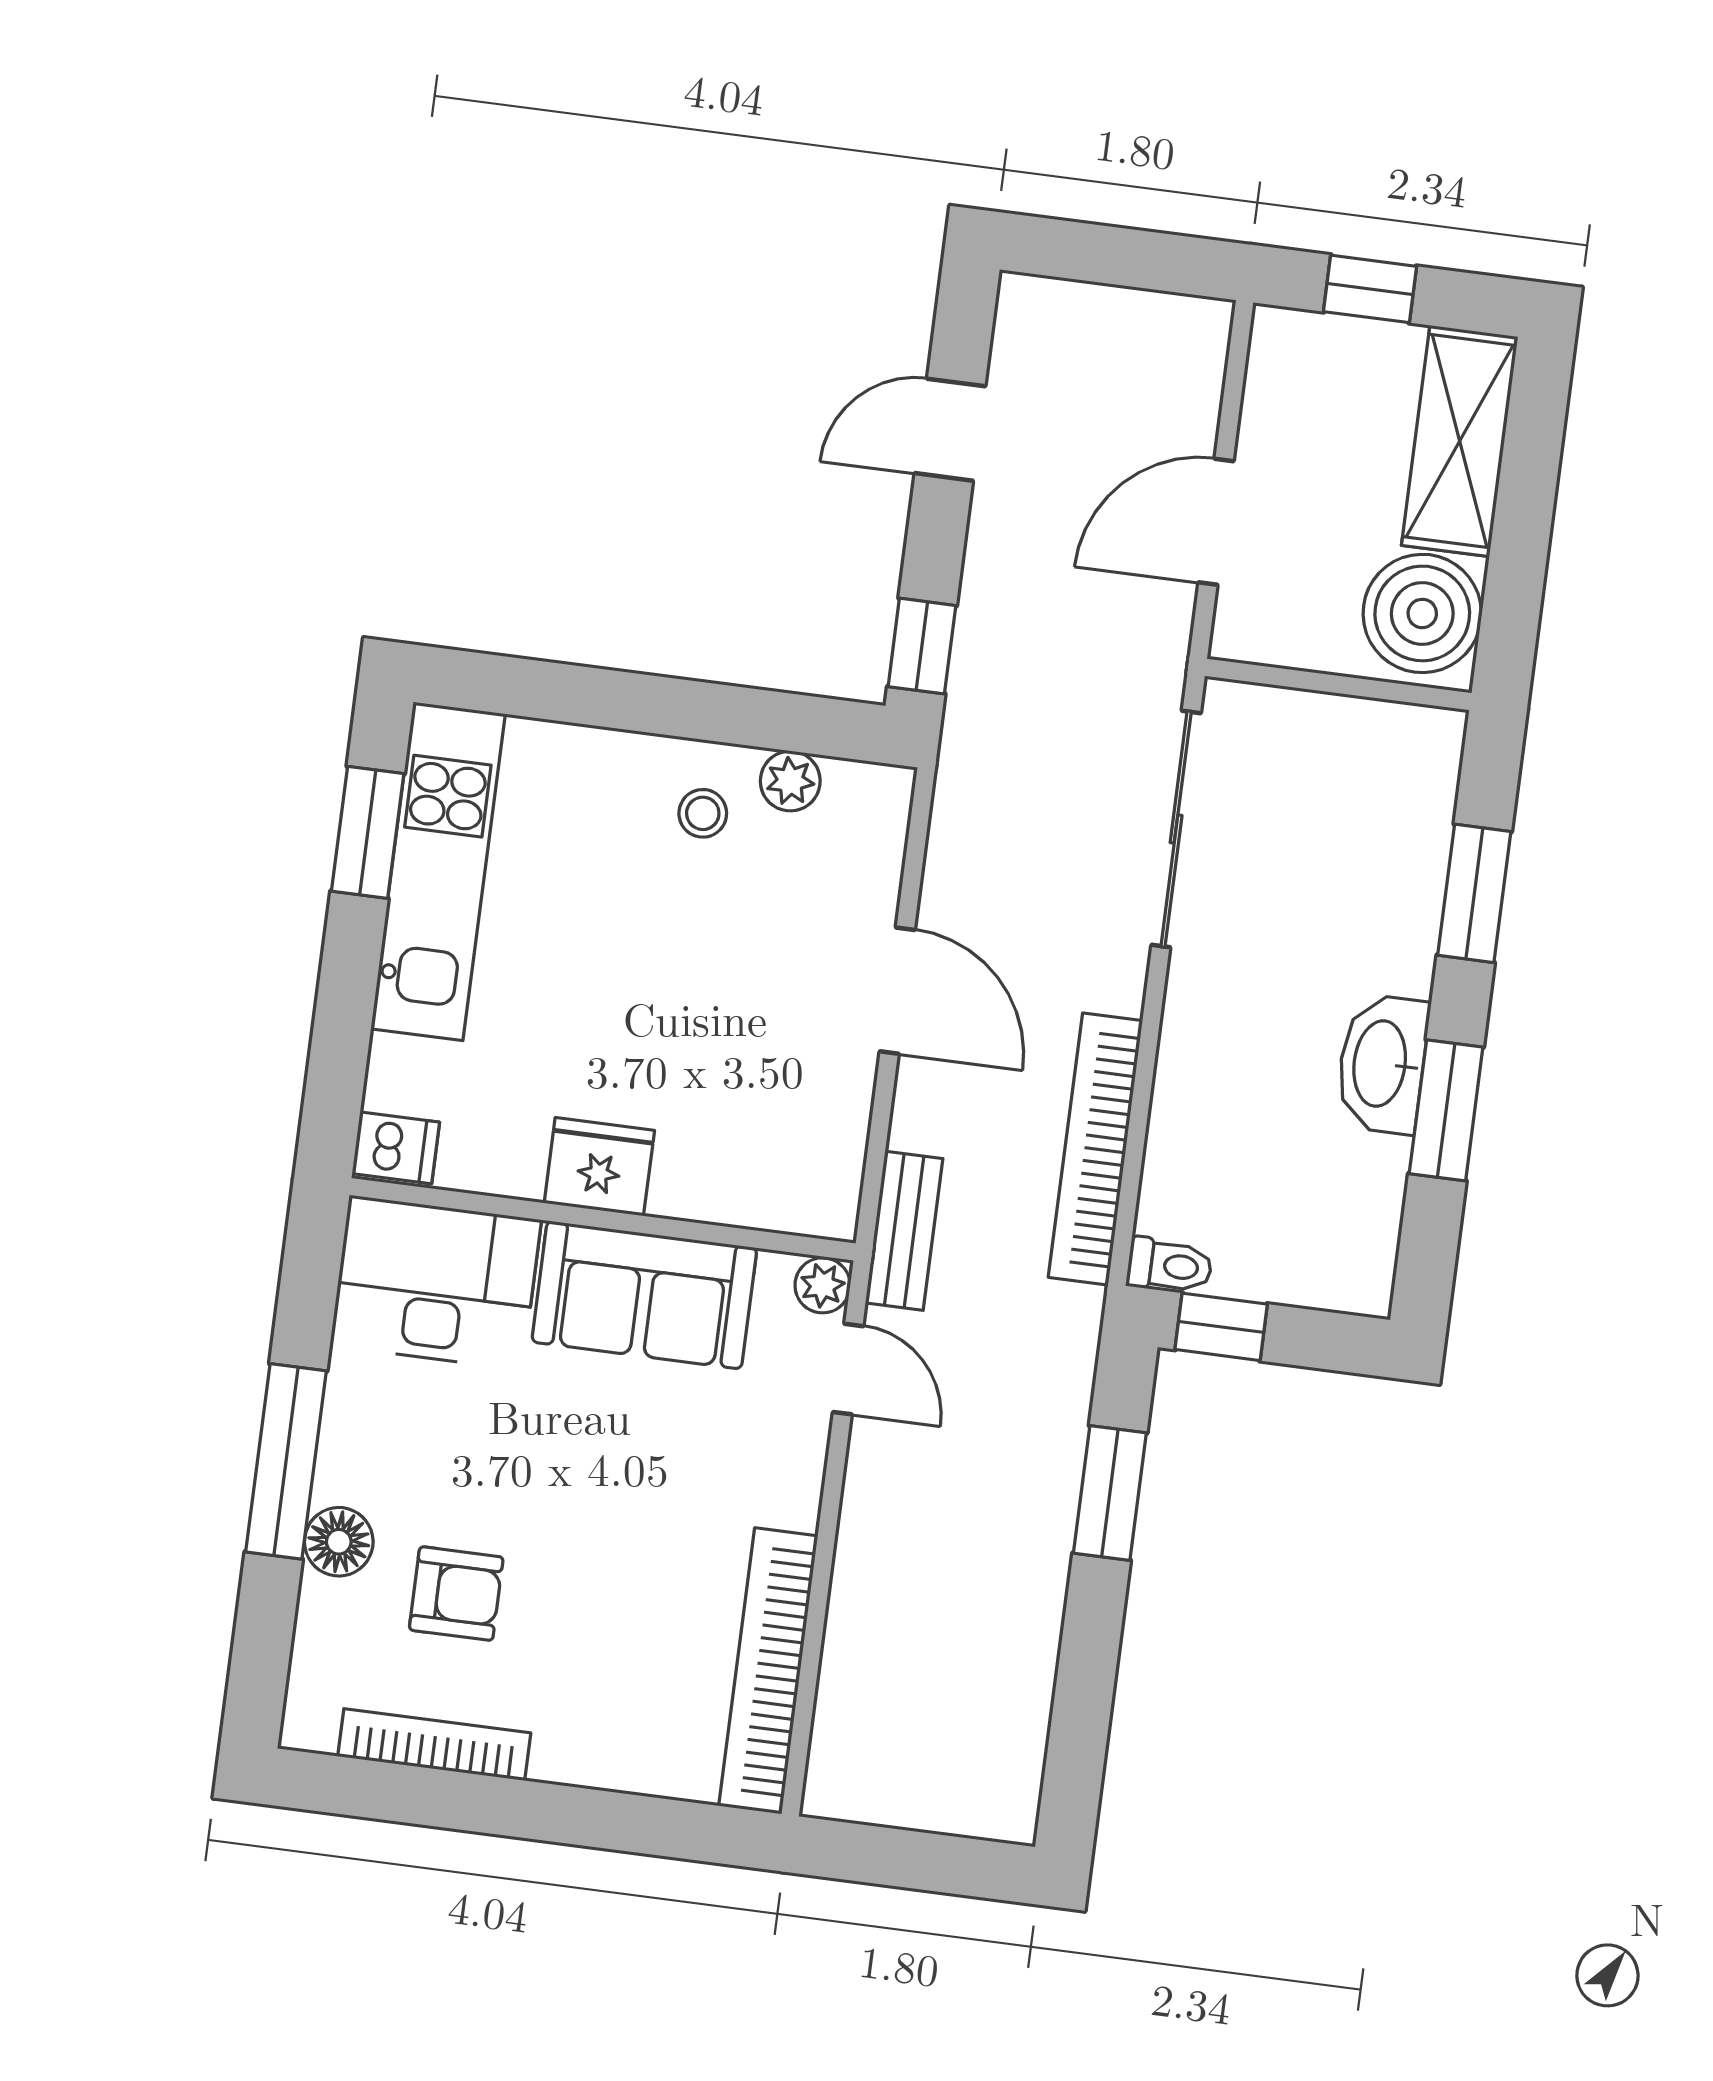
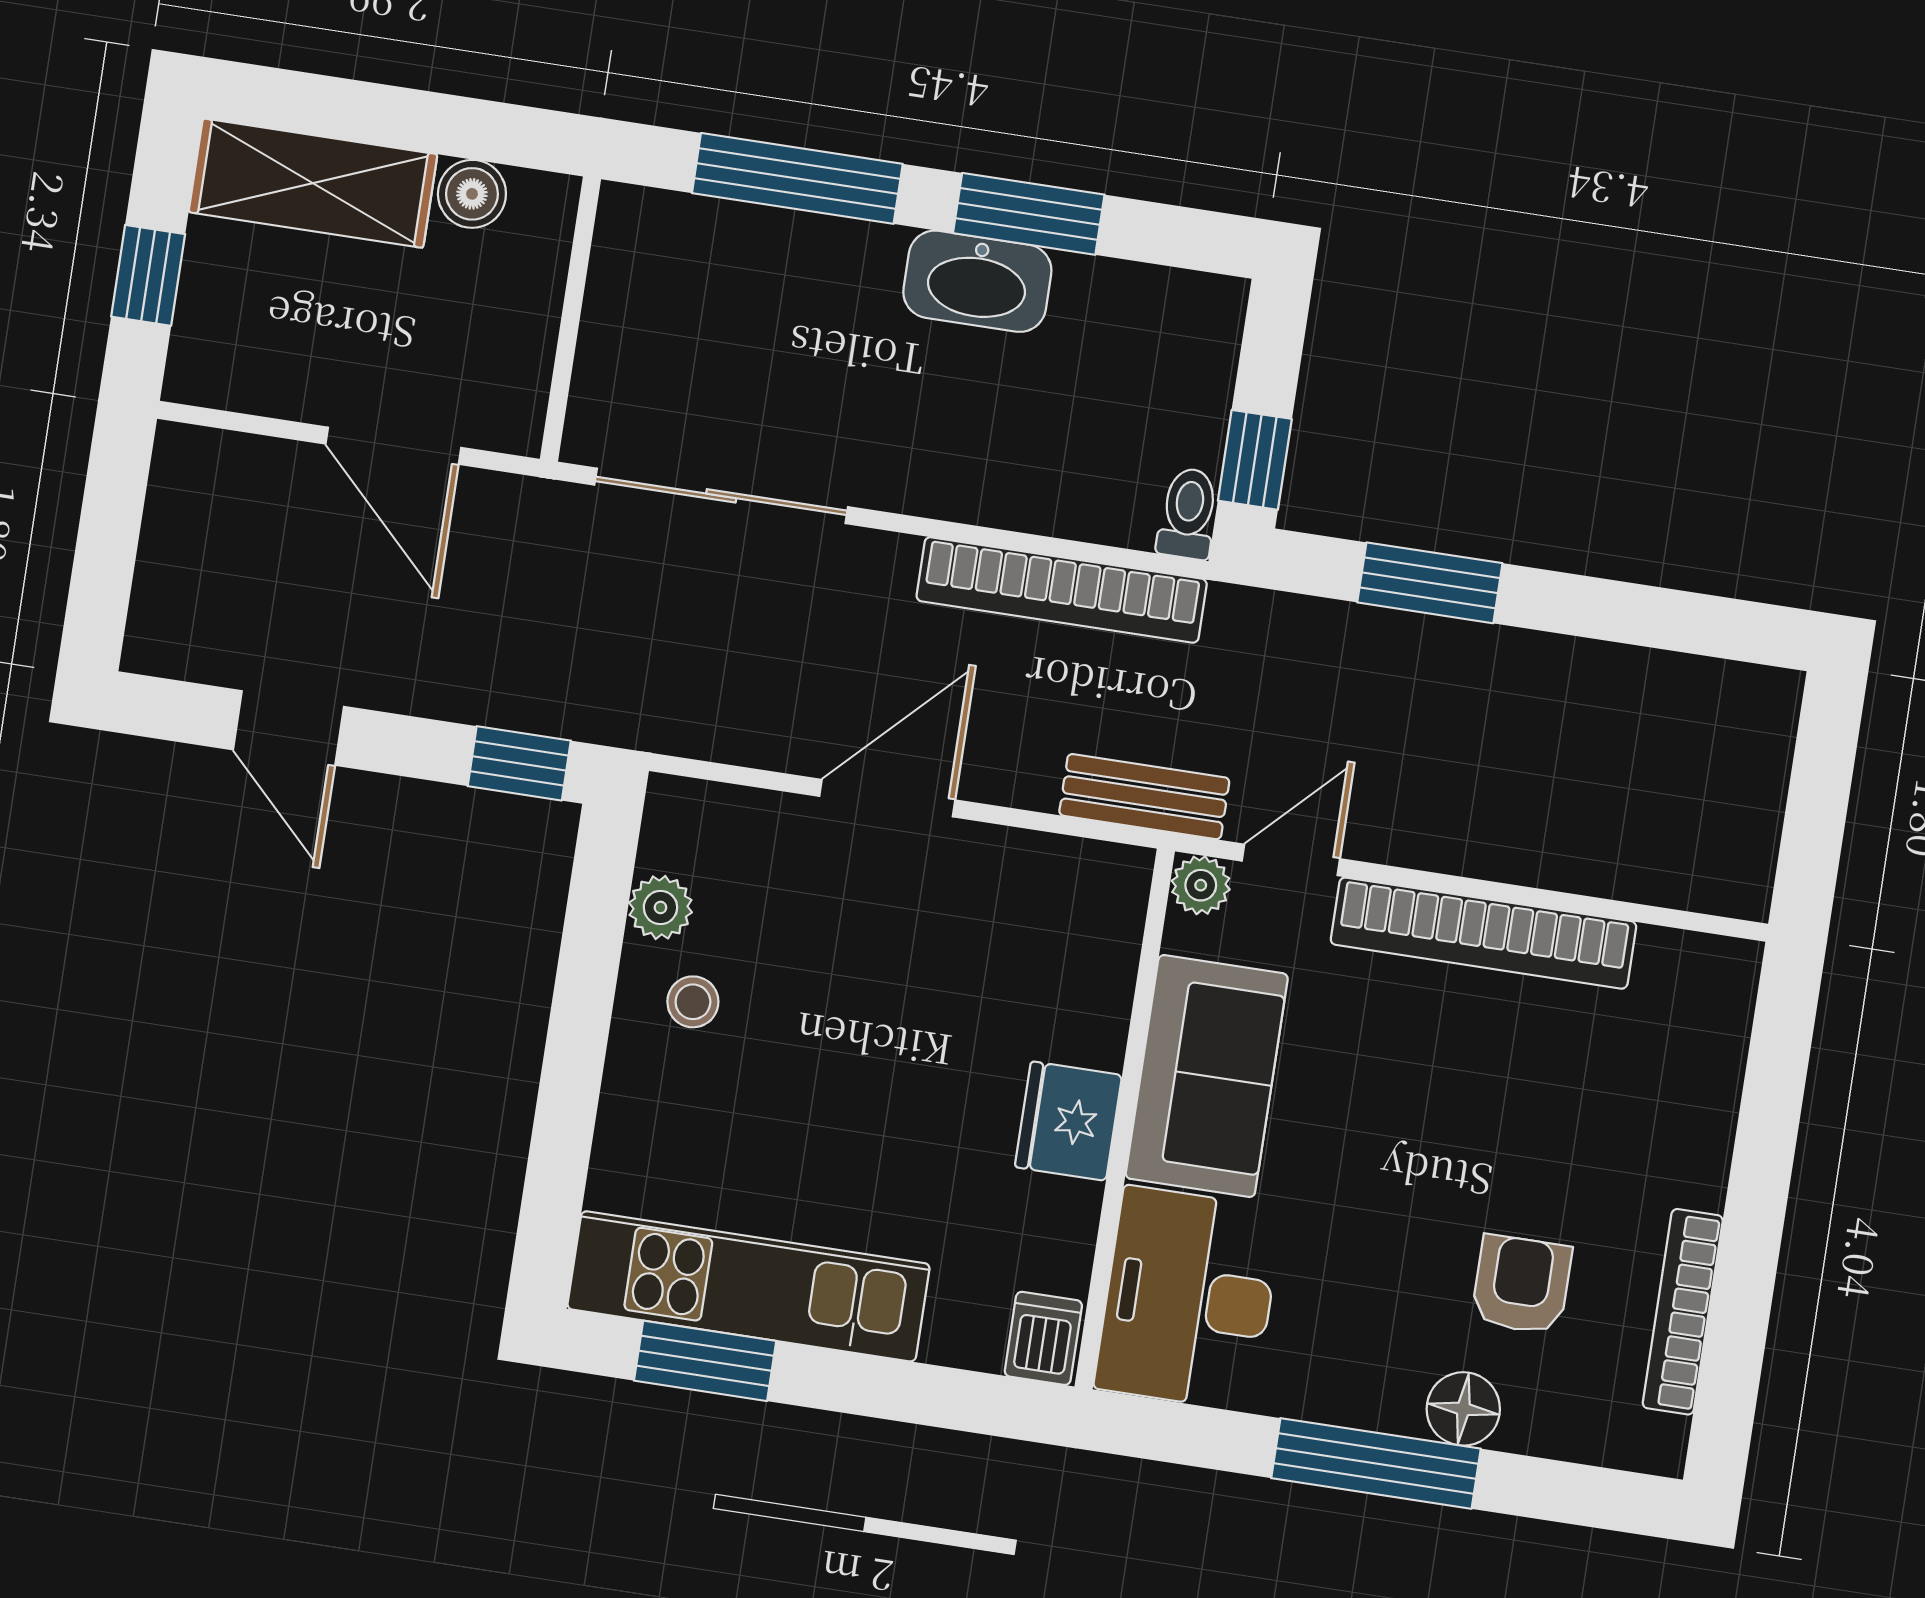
boiler: (1422, 613) -> (472, 194), width x0.54, depth x0.54
window: (1474, 893) -> (797, 178), width x1.44
bookcase: (768, 1671) -> (1483, 933), moved

